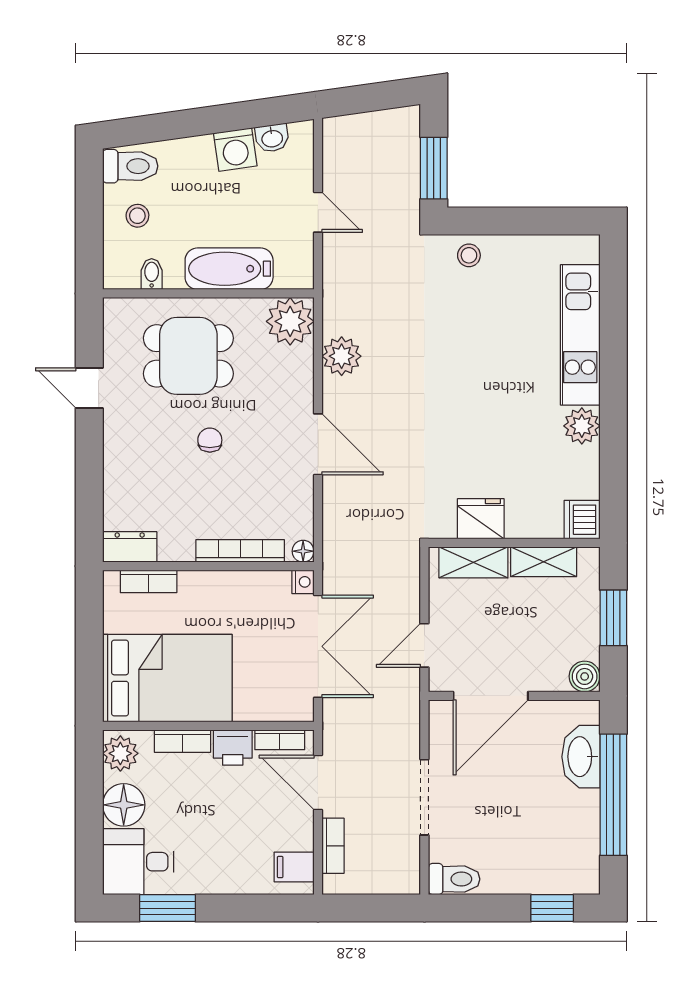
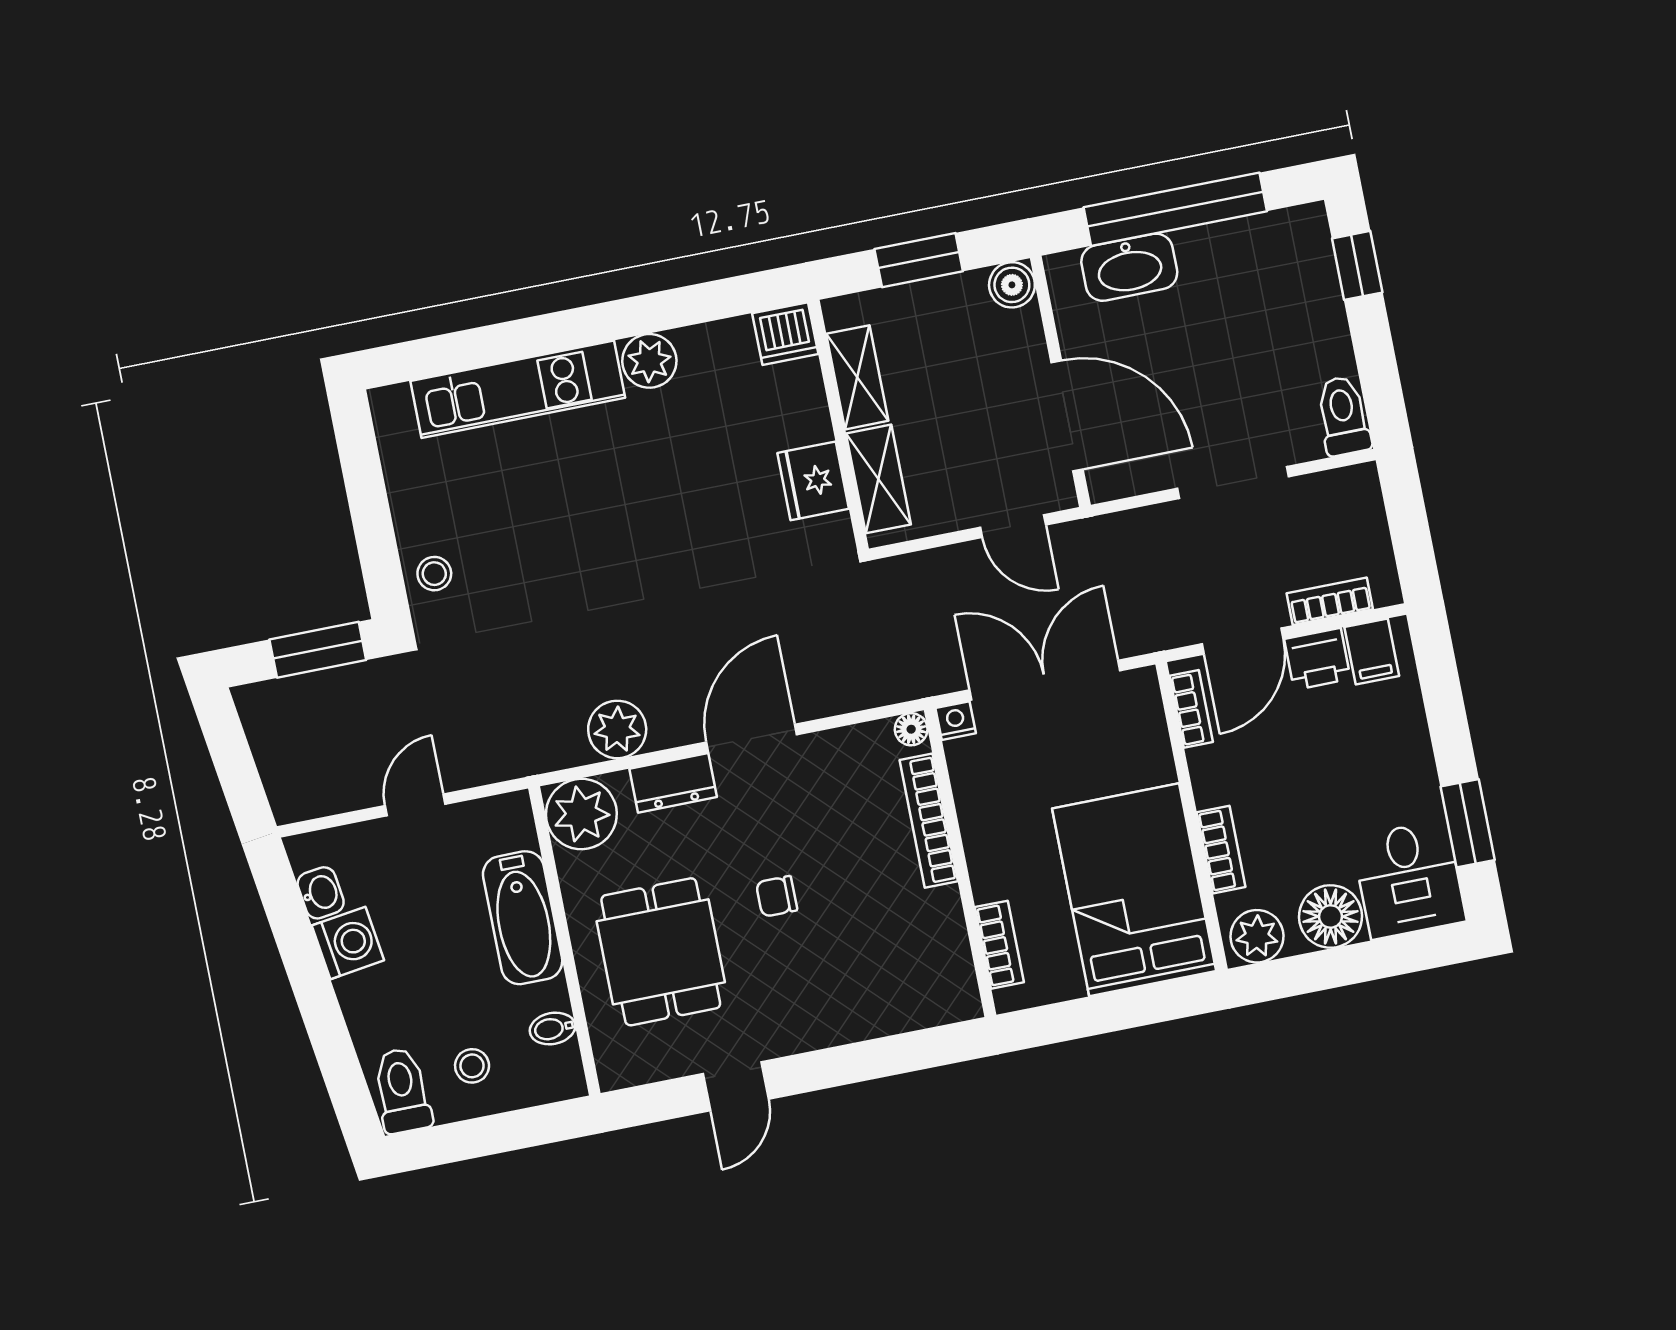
dresser: (130, 547) -> (673, 783), moved, turned -90
printer: (233, 747) -> (1317, 659), moved, turned 90

